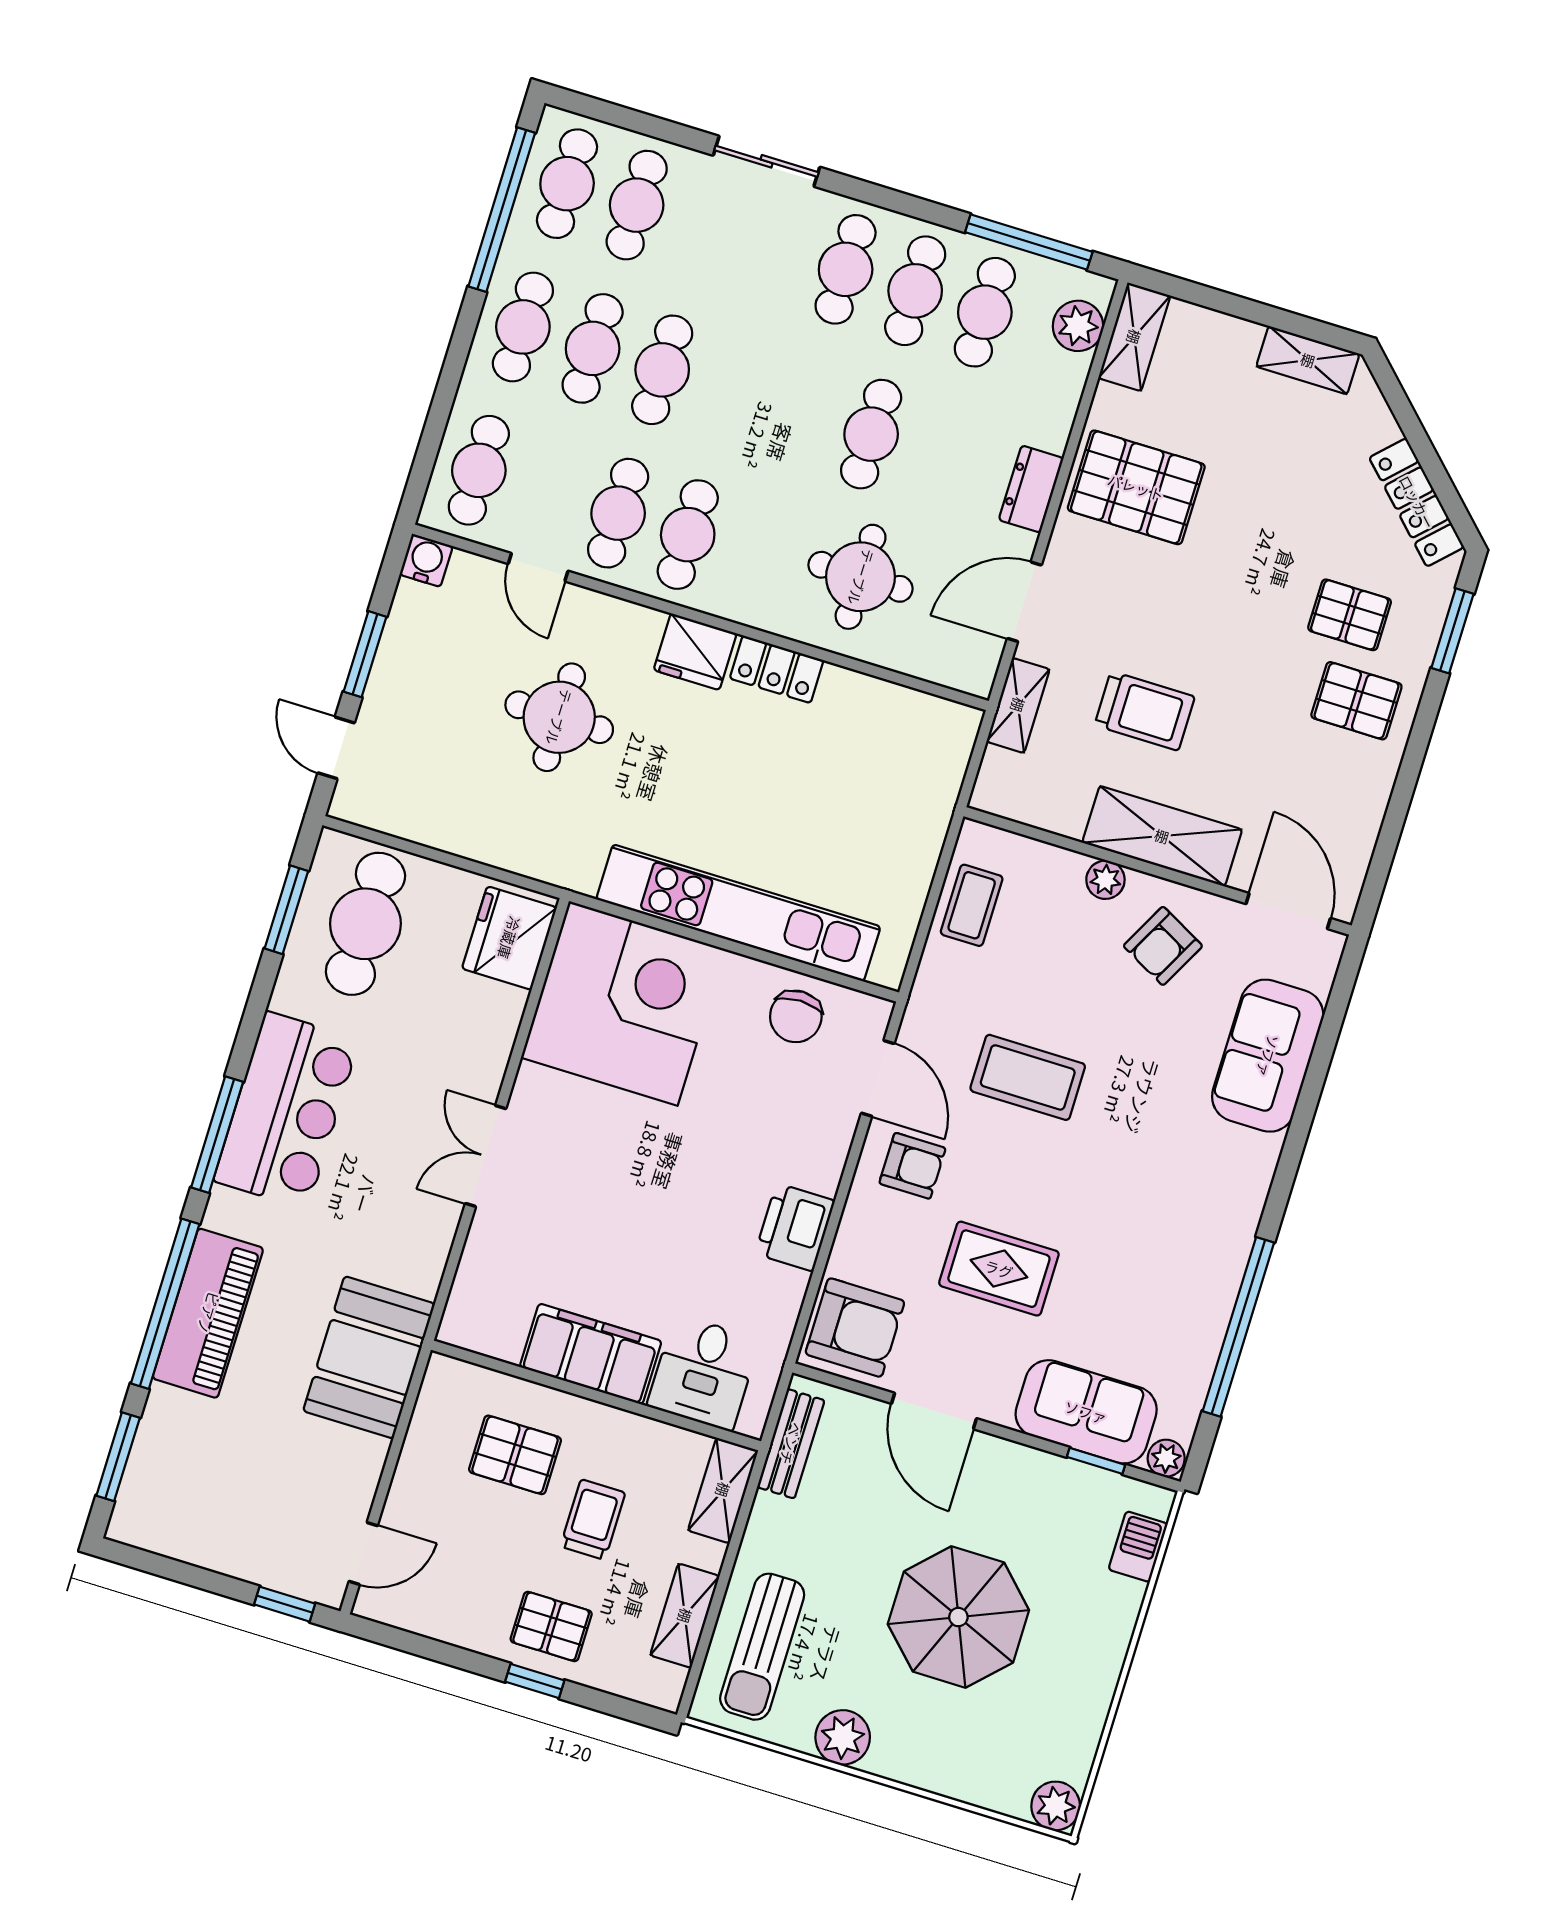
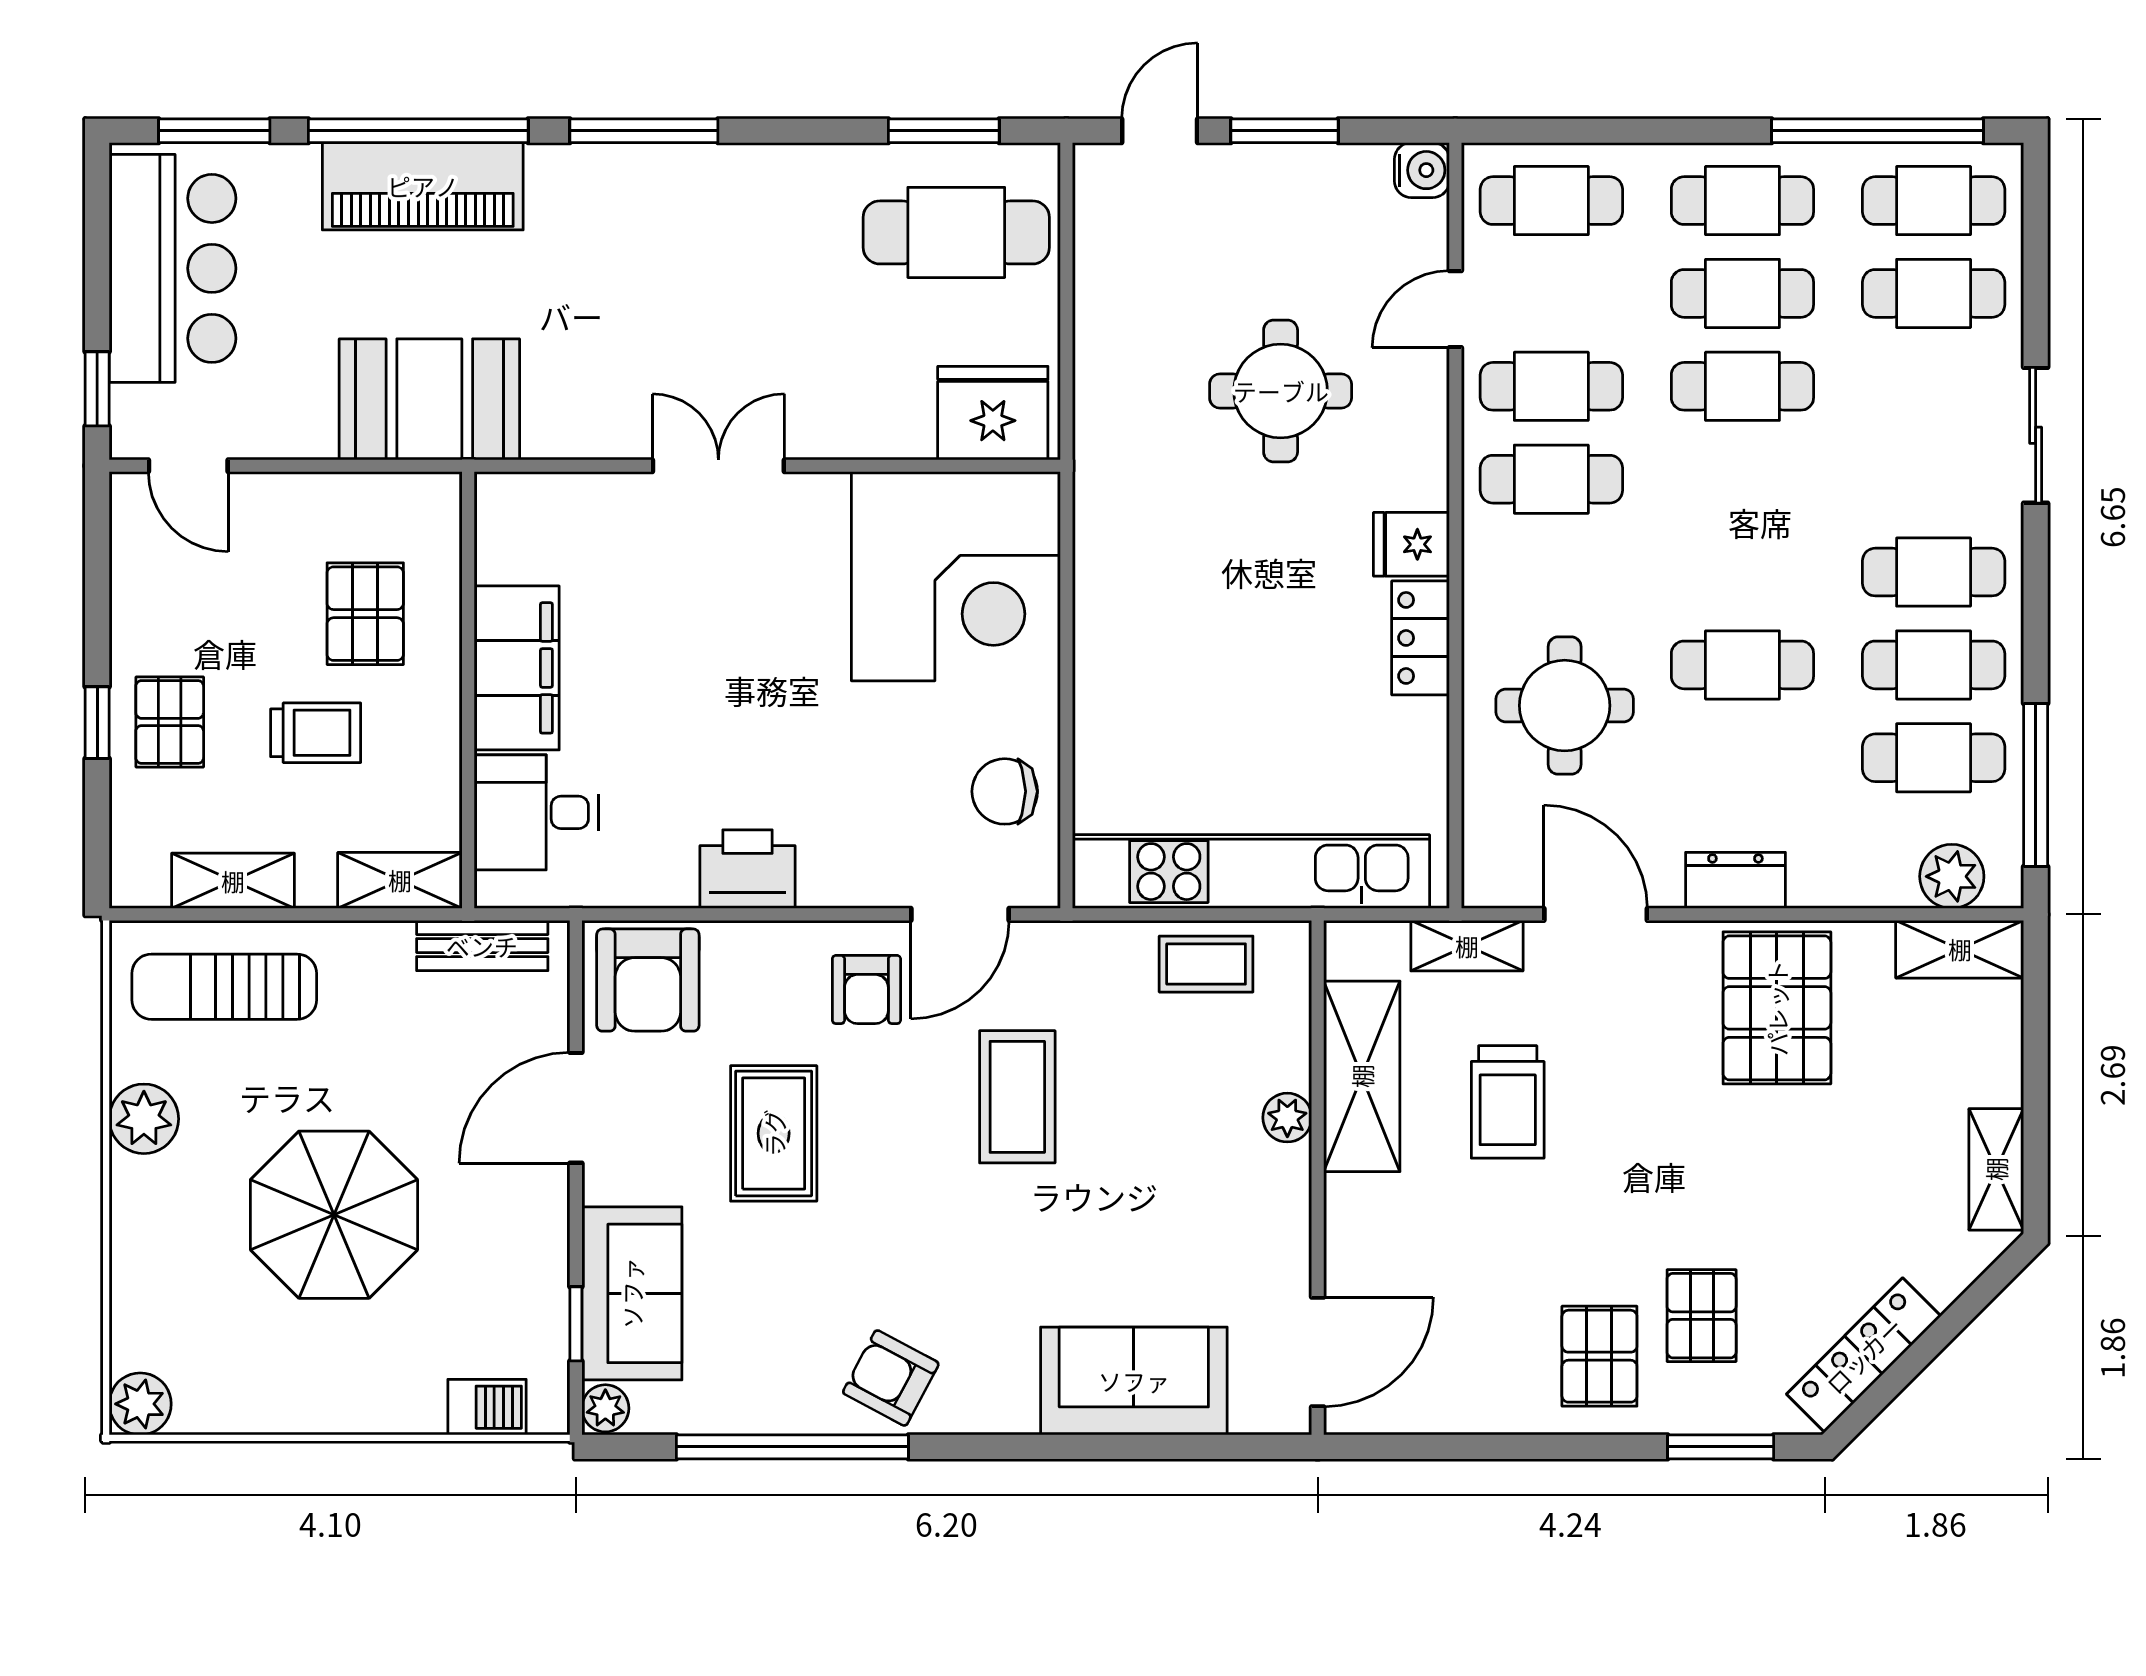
fridge: (695, 652) -> (1411, 544), width x0.72
shelving: (1162, 836) -> (1362, 1076), moved
kitchen unit: (738, 913) -> (1251, 872), moved, turned -90
armchair: (1163, 946) -> (891, 1378), moved
bar counter: (287, 1110) -> (173, 268), moved, turned -90

